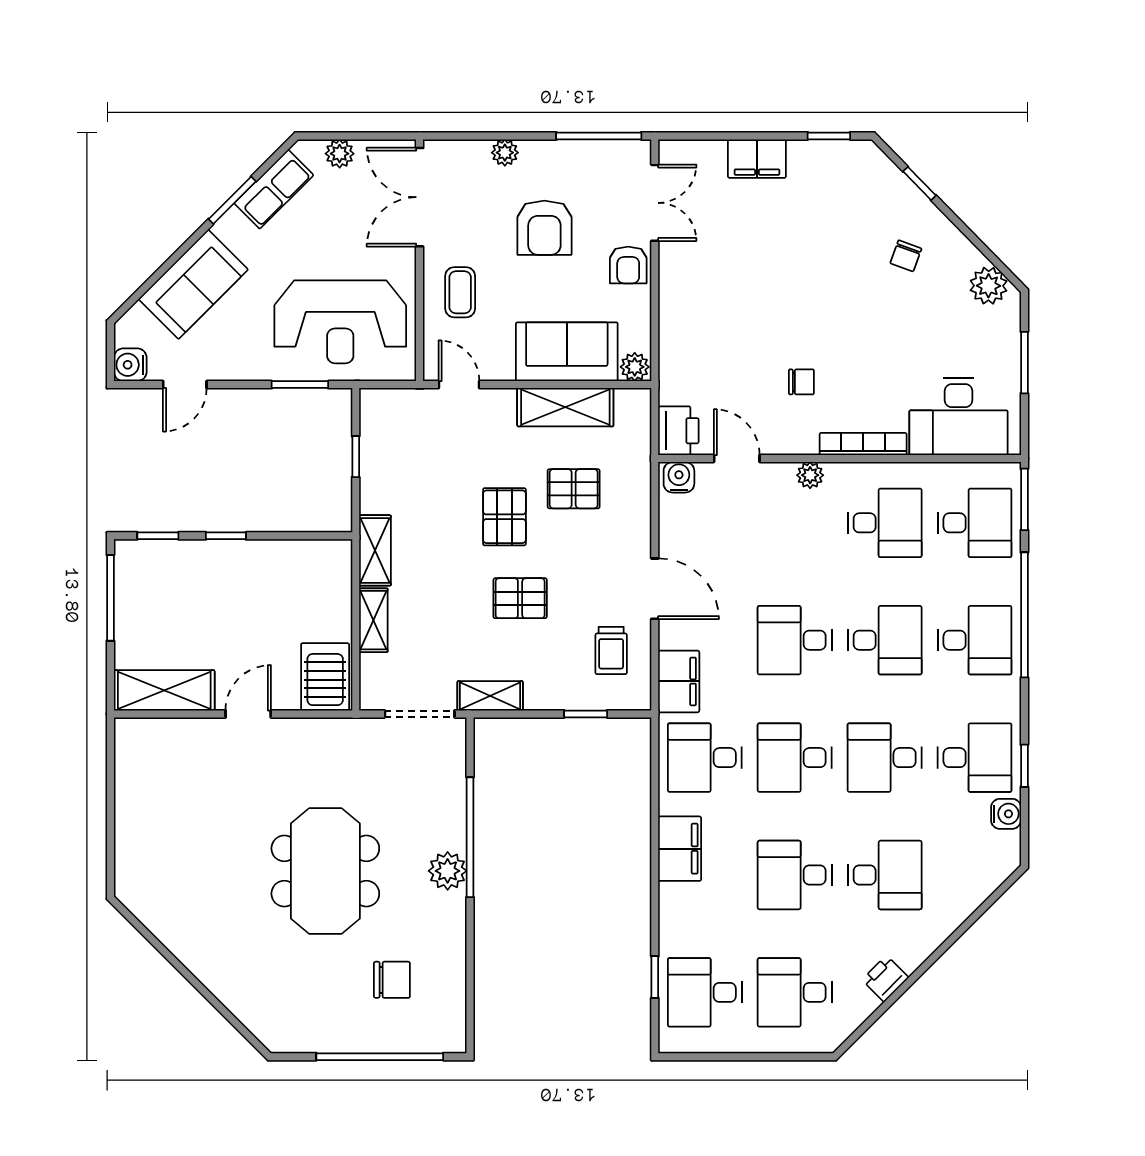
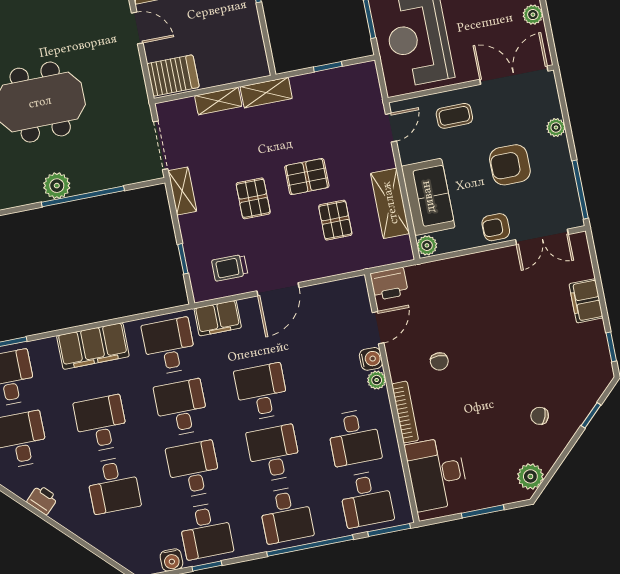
water cooler: (679, 477) -> (371, 359), moved
desk: (885, 640) -> (274, 453), turned 180
filing cabinet: (680, 849) -> (93, 346), width x1.50, depth x1.17

